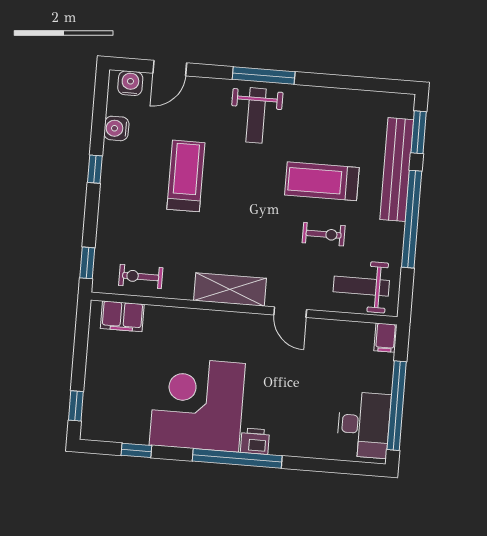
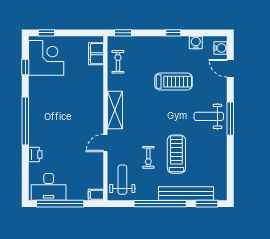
corner desk: (197, 404) -> (46, 58), moved, width x0.74, depth x0.74
printer: (255, 441) -> (35, 154), moved

